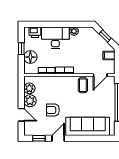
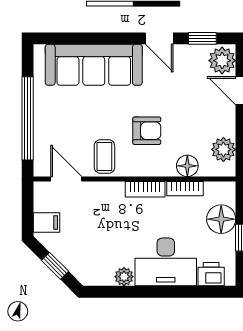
door: (100, 75) -> (66, 179), hinge flipped
floor lamp: (46, 81) -> (187, 166), added
plant: (30, 101) -> (222, 61), moved
armchair: (53, 110) -> (147, 131), moved
door: (58, 138) -> (159, 38), hinge flipped

